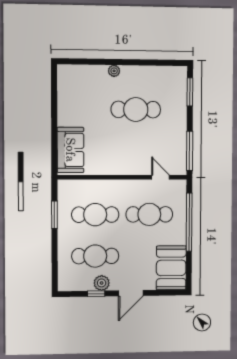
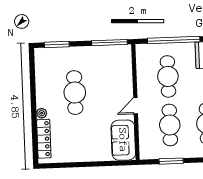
locker: (85, 72) -> (44, 139), added
sofa: (70, 150) -> (123, 140), moved, turned -90
door: (161, 177) -> (136, 106), moved

